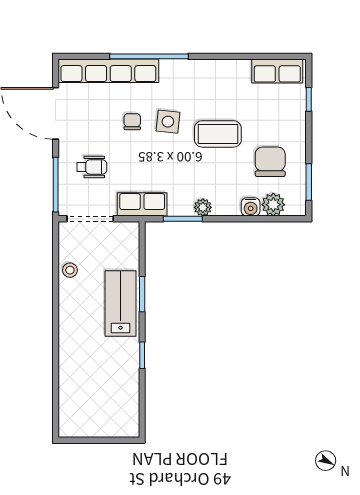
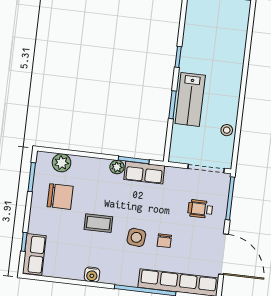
row of seats: (277, 71) -> (34, 254), moved, turned 90
coffee table: (218, 134) -> (98, 223), width x0.73, depth x0.77
chair: (270, 162) -> (60, 197), turned -90
row of seats: (142, 204) -> (144, 173), moved
water cooler: (251, 207) -> (92, 275), moved, turned 180

